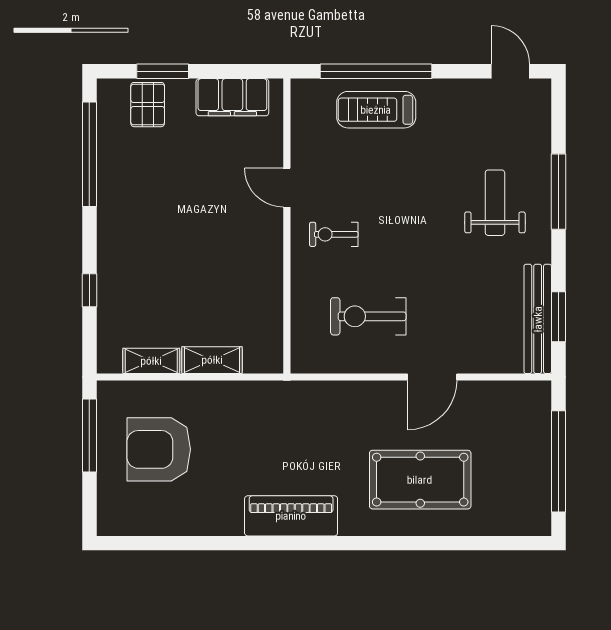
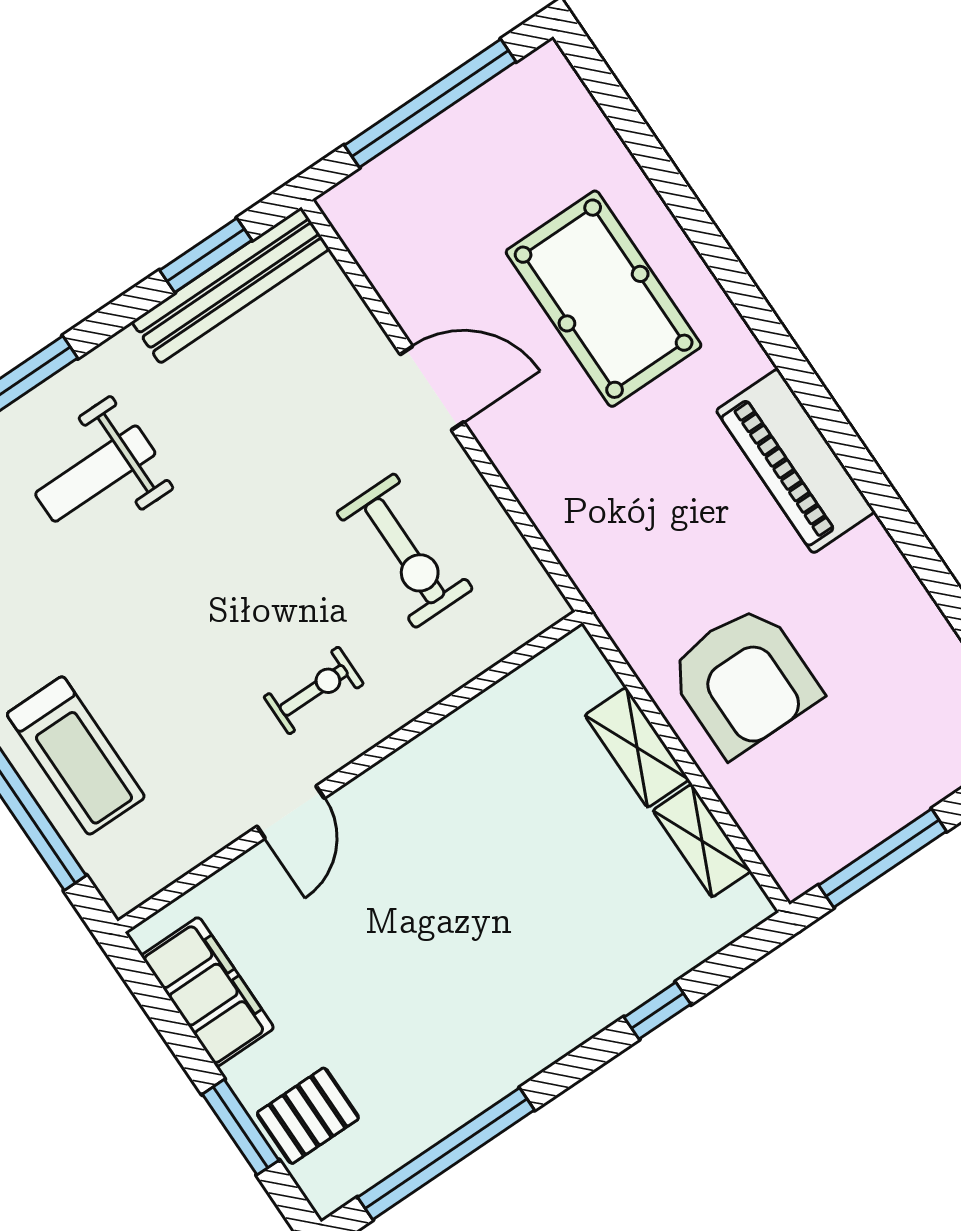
exercise bike: (334, 234) -> (314, 690), turned -90
armchair: (159, 449) -> (744, 680), moved

